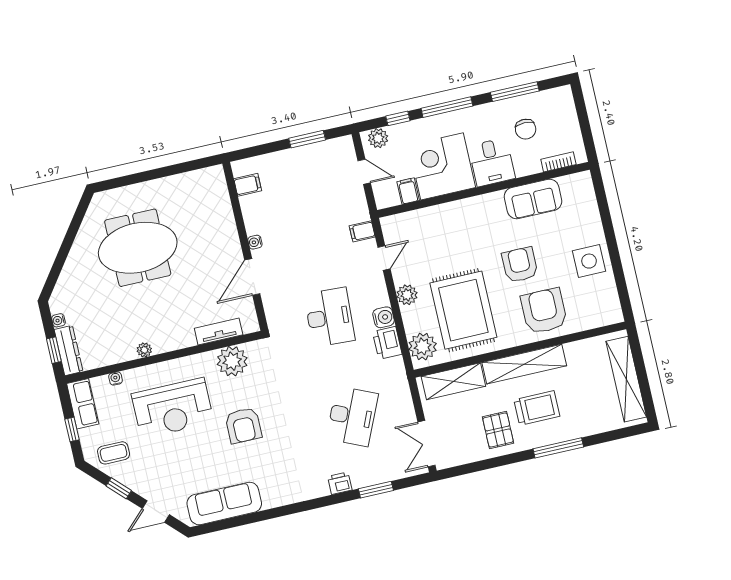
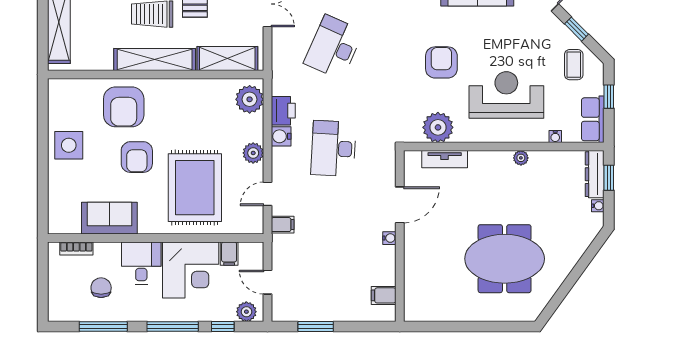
rug: (463, 310) -> (195, 188), moved
coffee table: (114, 453) -> (574, 65), turned 90

